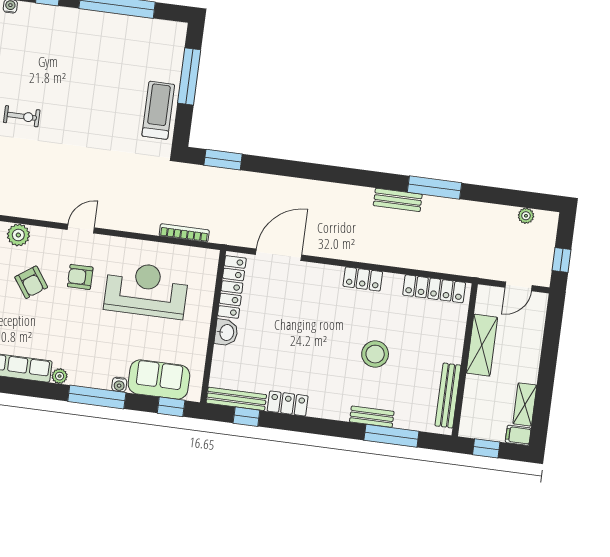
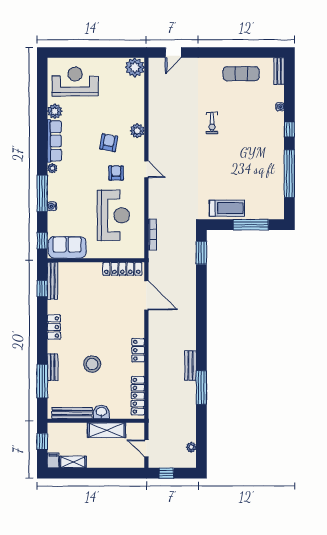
armchair: (31, 282) -> (109, 143), turned 135
washbasin: (226, 332) -> (101, 412), moved, turned 180
sofa: (159, 380) -> (67, 247), moved, turned -90
locker: (288, 403) -> (54, 327), moved

